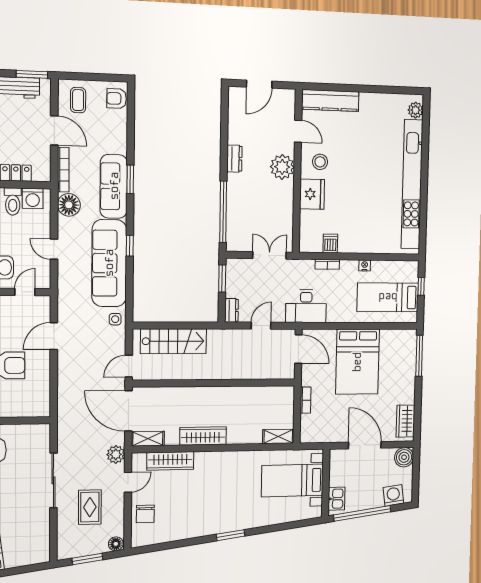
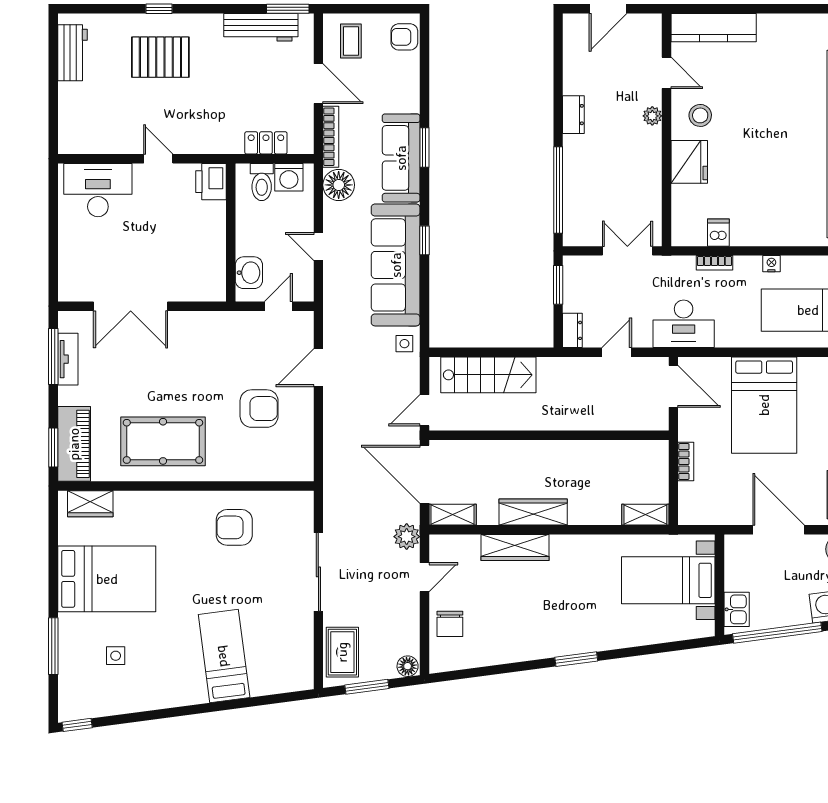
plant: (282, 167) -> (652, 116), width x0.53, depth x0.53
wardrobe: (170, 461) -> (515, 548), moved
rug: (90, 507) -> (342, 652), moved

